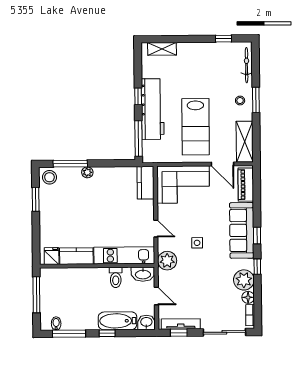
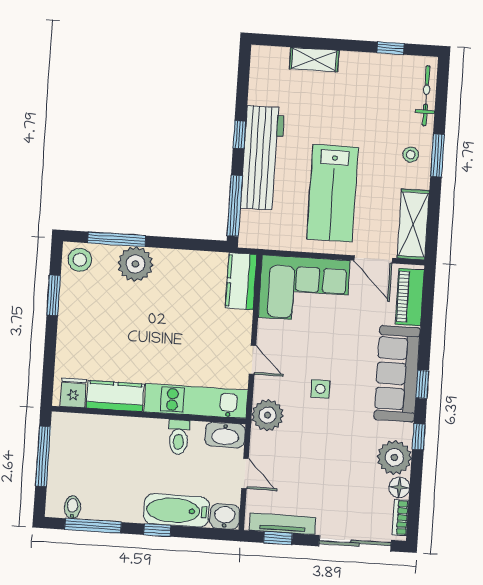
shelving: (162, 49) -> (314, 60), moved
plant: (87, 172) -> (135, 264), width x1.87, depth x1.87

